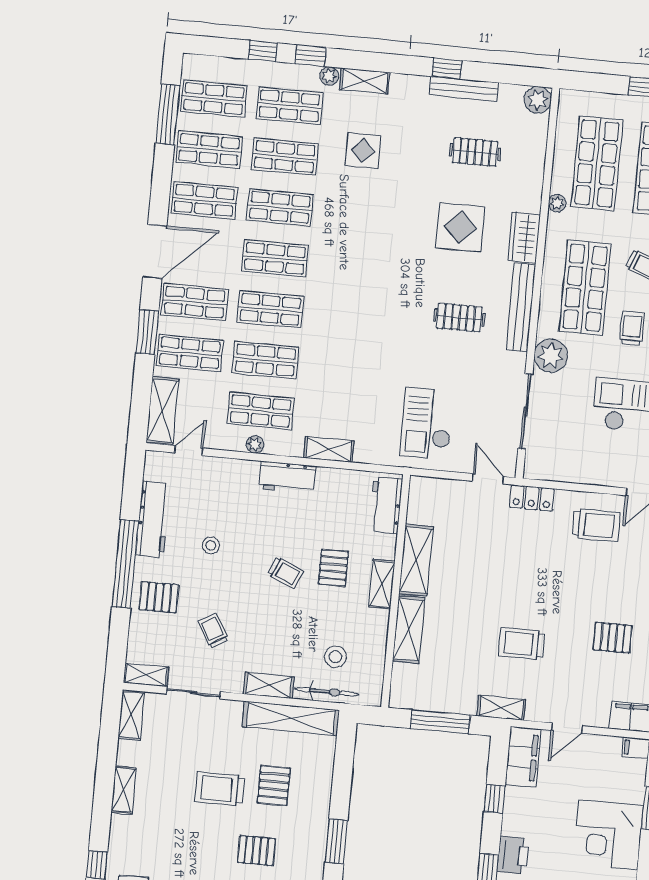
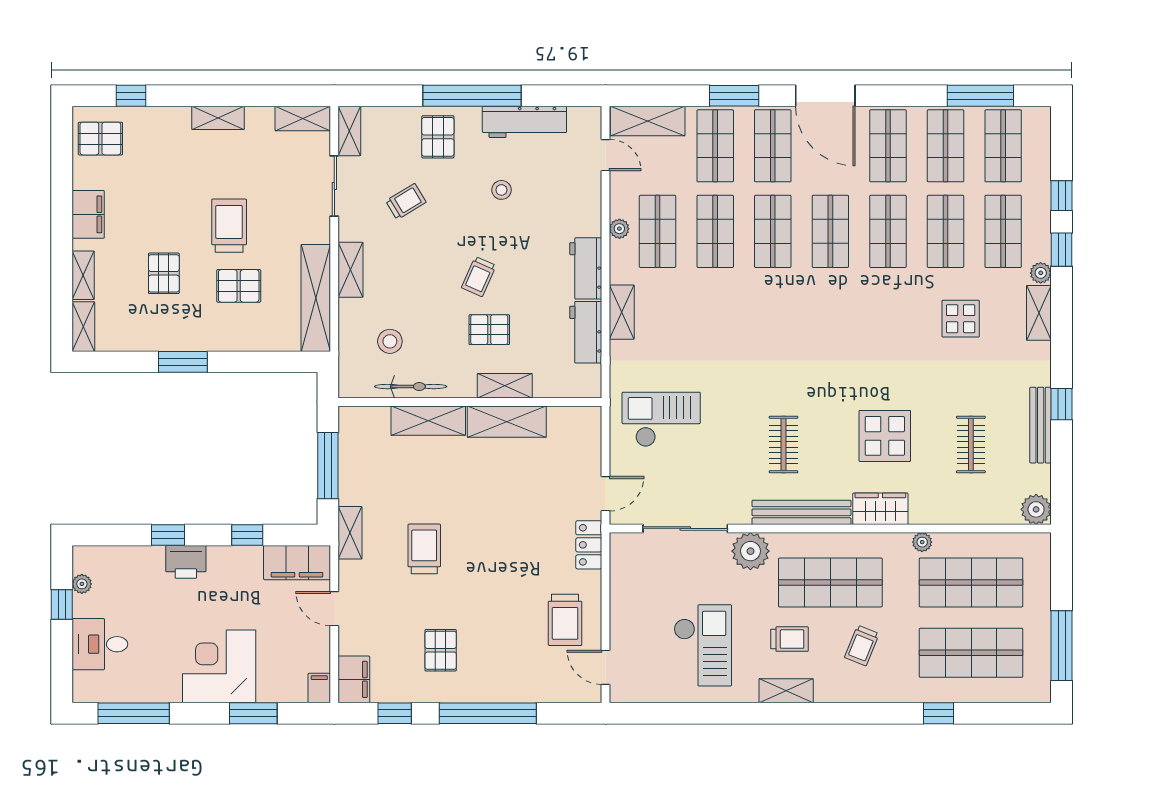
workbench: (386, 505) -> (586, 332), moved, turned -90
shelving: (382, 584) -> (505, 386), moved
bicycle: (327, 692) -> (411, 387), moved, turned -90

